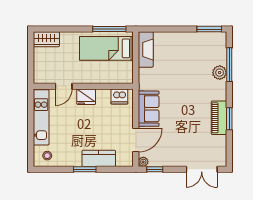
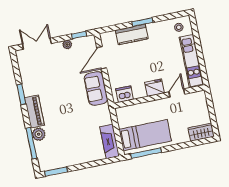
piano: (219, 118) -> (34, 112), moved
plant: (143, 162) -> (67, 44), moved

